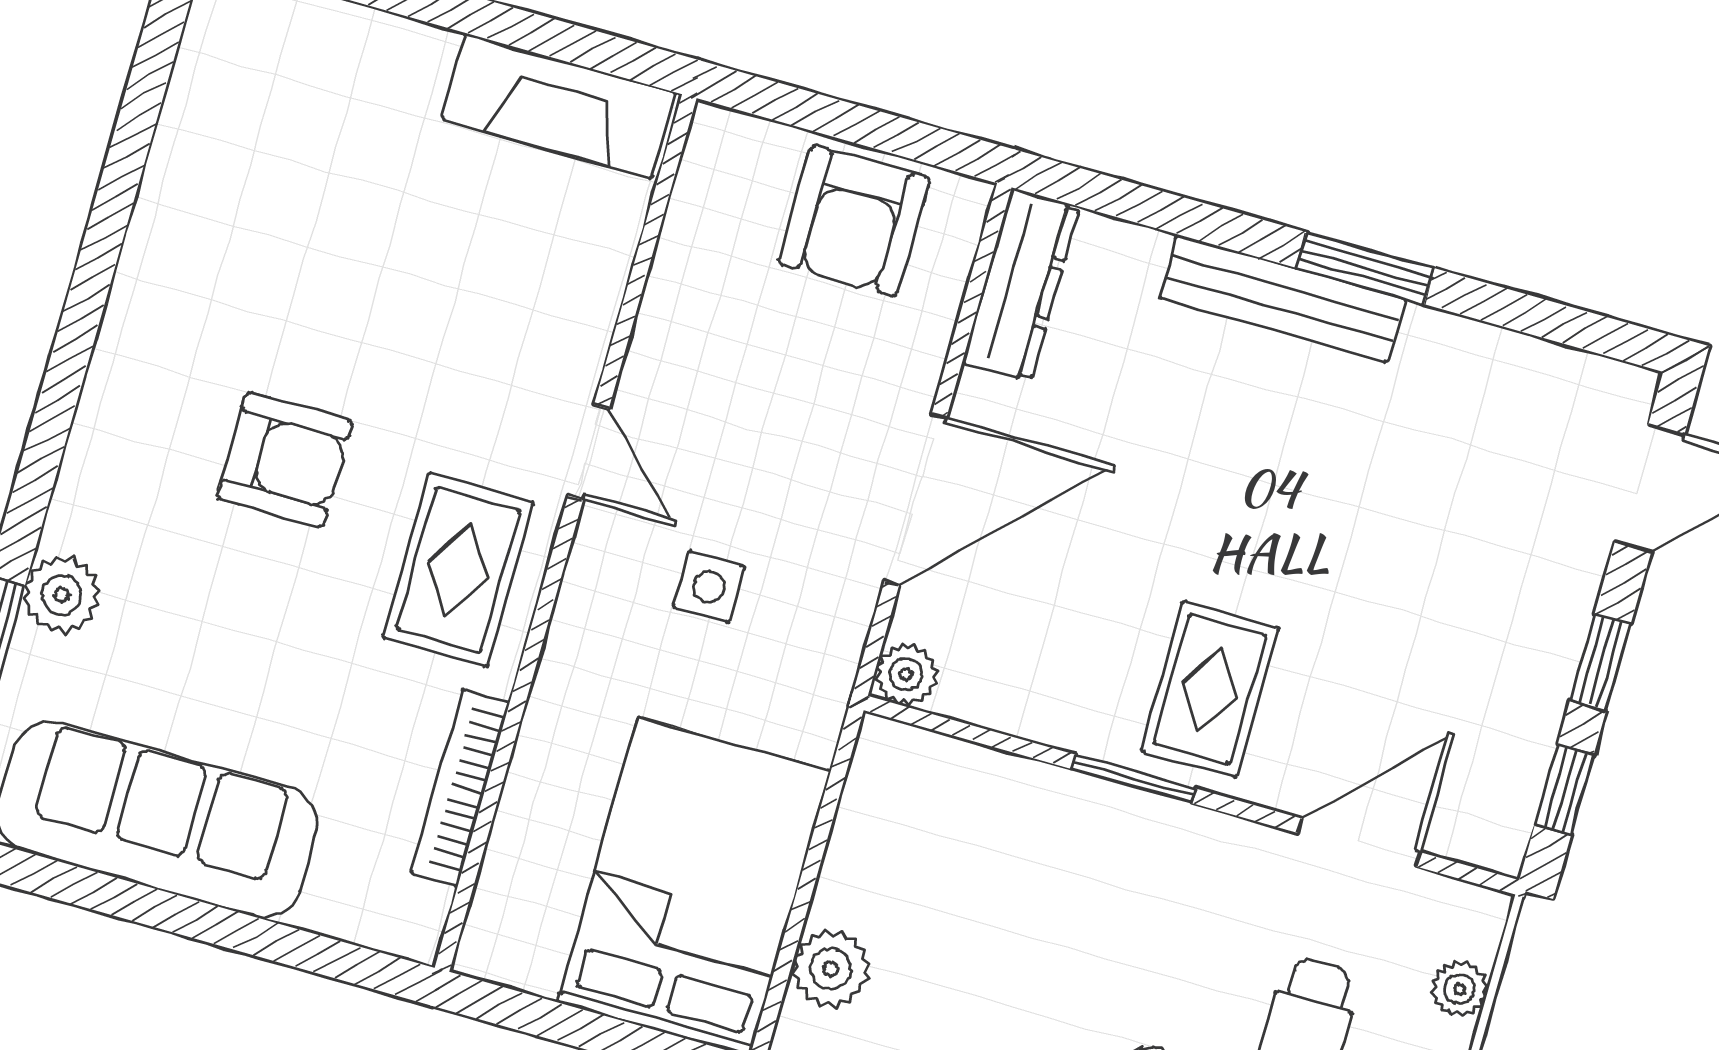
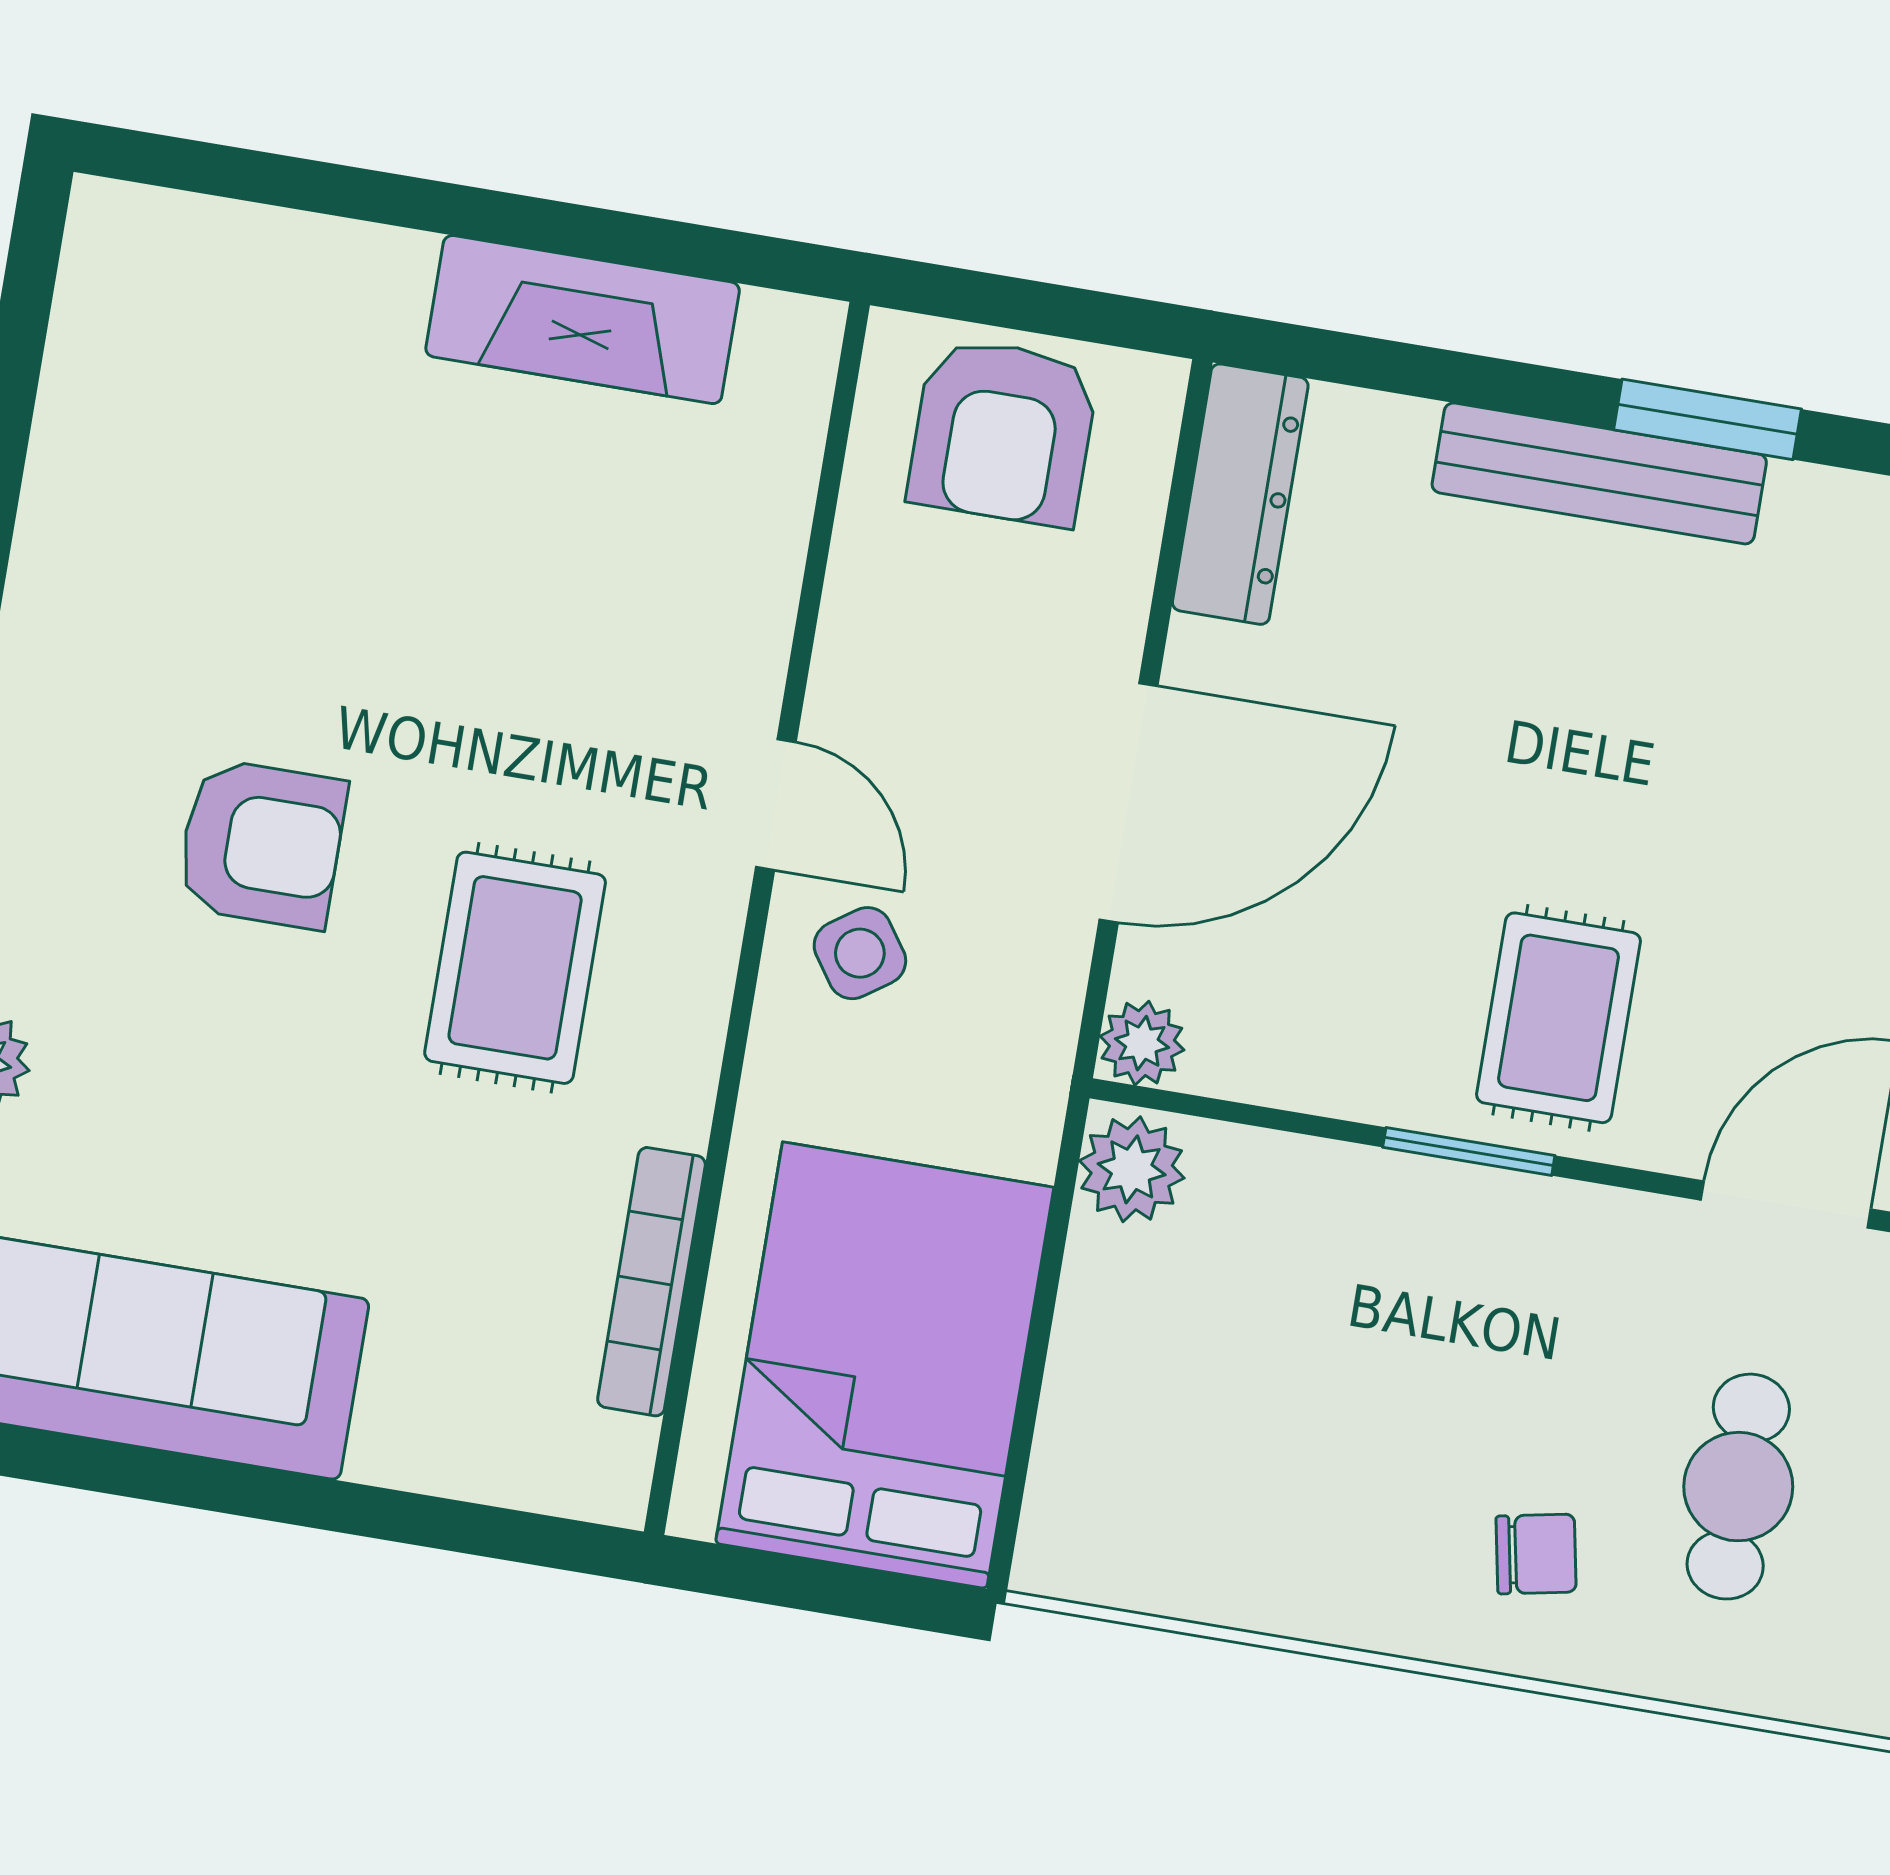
door: (588, 452) -> (776, 805), moved
wall: (566, 533) -> (757, 918), moved
side table: (709, 587) -> (860, 953), turned -35
bookcase: (460, 788) -> (651, 1282), moved
plant: (831, 969) -> (1132, 1169), moved

